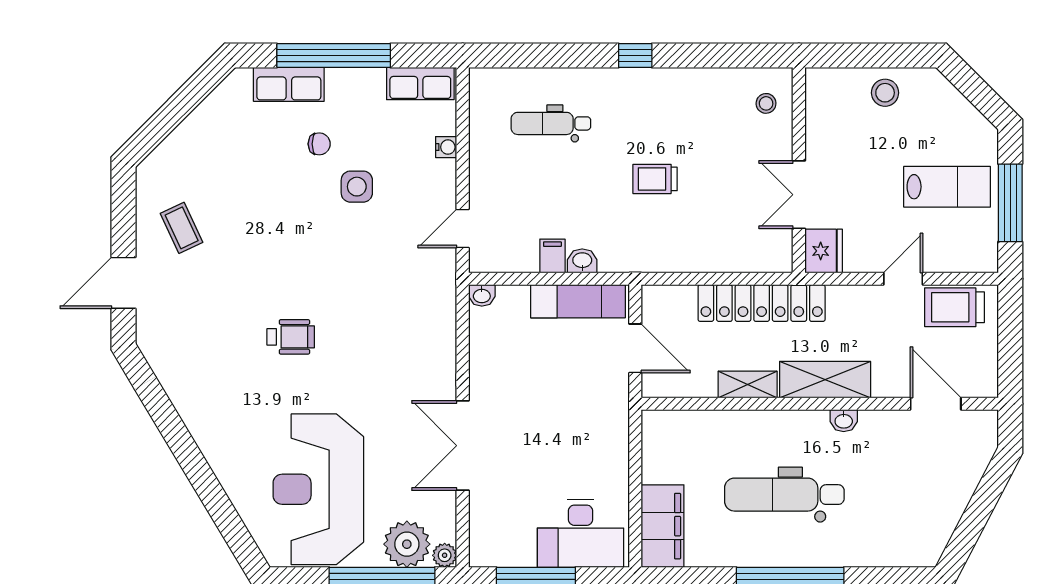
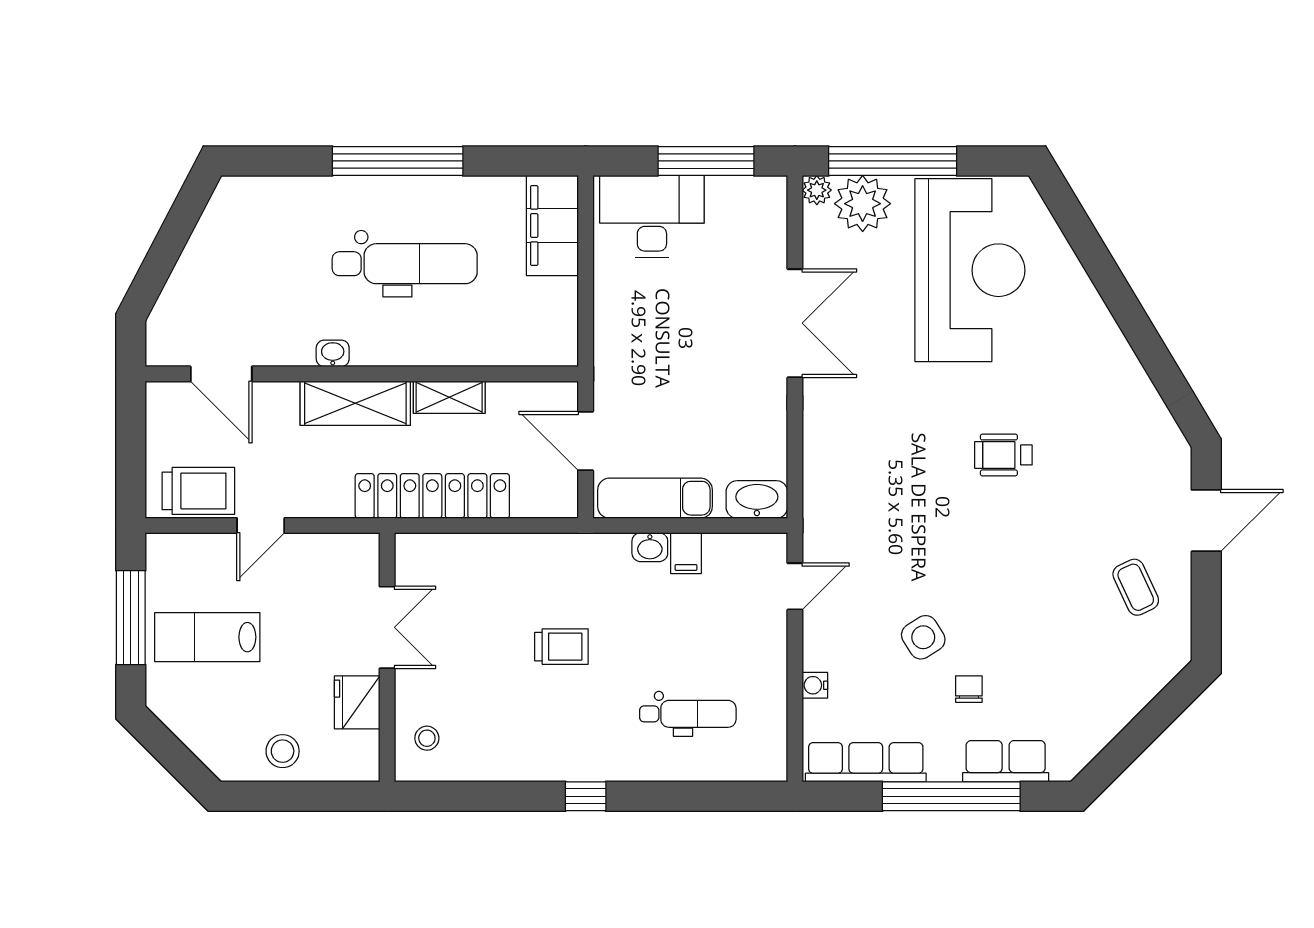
row of seats: (420, 84) -> (866, 762), width x1.48
chair: (319, 144) -> (969, 689), turned 90
side table: (357, 187) -> (923, 637), turned -32
fridge: (824, 251) -> (357, 702), moved
washbasin: (482, 295) -> (757, 499), width x1.91, depth x1.45

